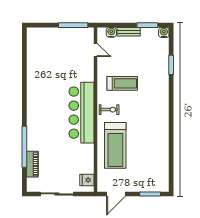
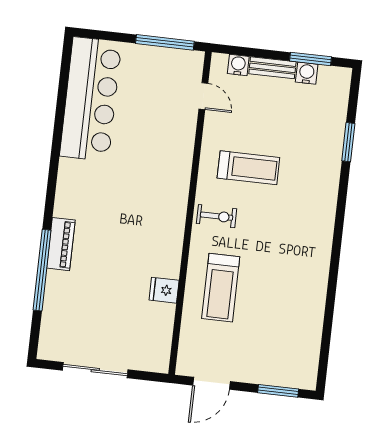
water cooler: (164, 32) -> (307, 73), moved
bar counter: (81, 113) -> (91, 99), moved, turned 180
treadmill: (115, 145) -> (221, 288), width x0.73, depth x0.73
piano: (32, 164) -> (61, 244), moved
fridge: (87, 180) -> (164, 290), moved

